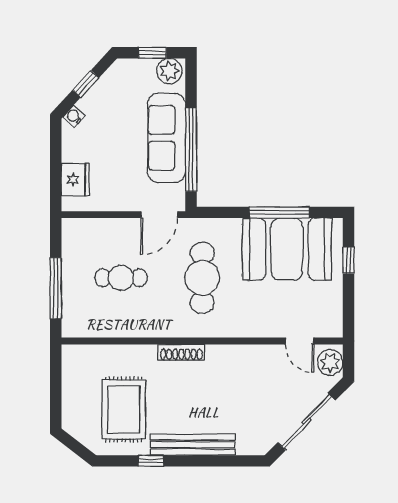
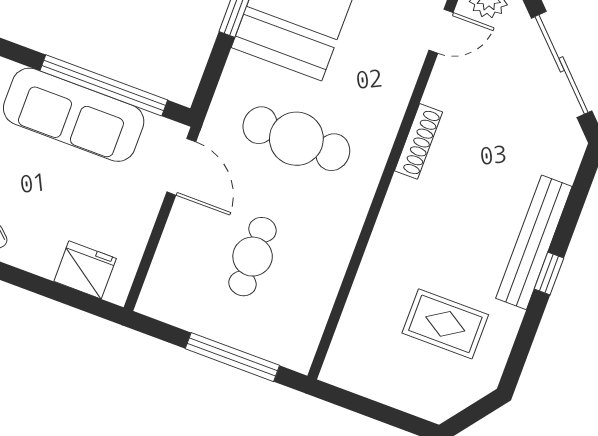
shoe rack: (181, 352) -> (419, 141), moved
rug: (124, 409) -> (445, 324), width x0.73, depth x0.70
window: (151, 461) -> (549, 274), moved

